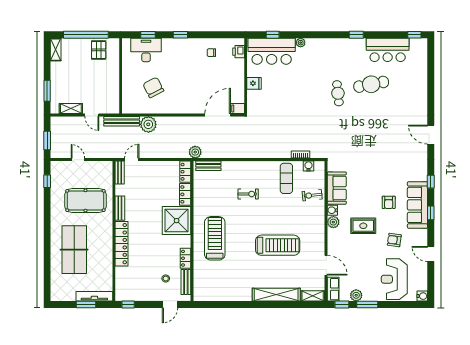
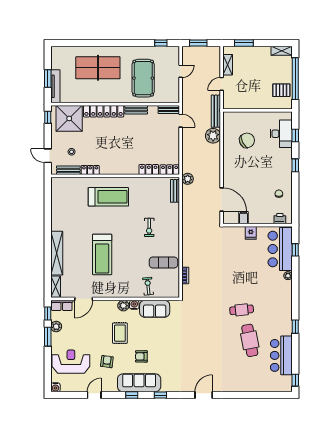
filing cabinet: (237, 108) -> (243, 218), moved
water cooler: (308, 166) -> (175, 283), removed
shower: (177, 221) -> (69, 118), moved

